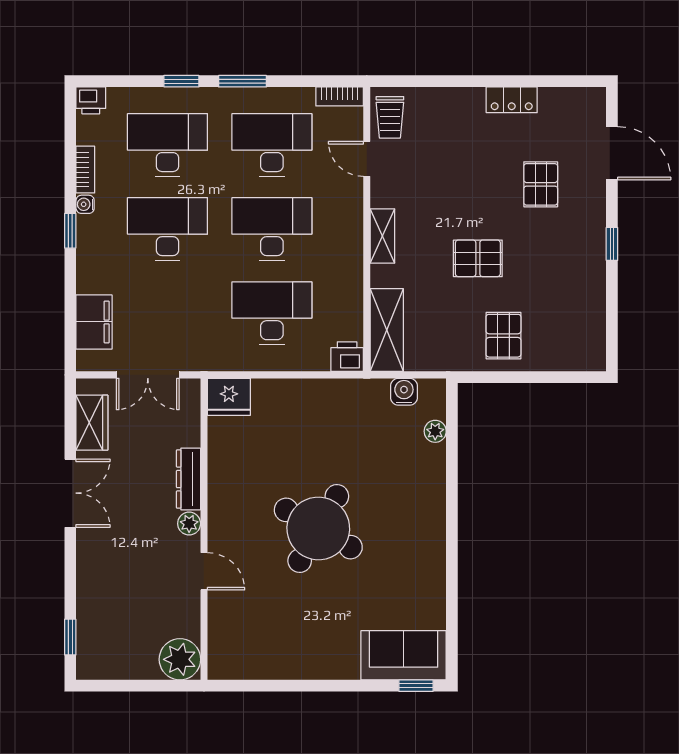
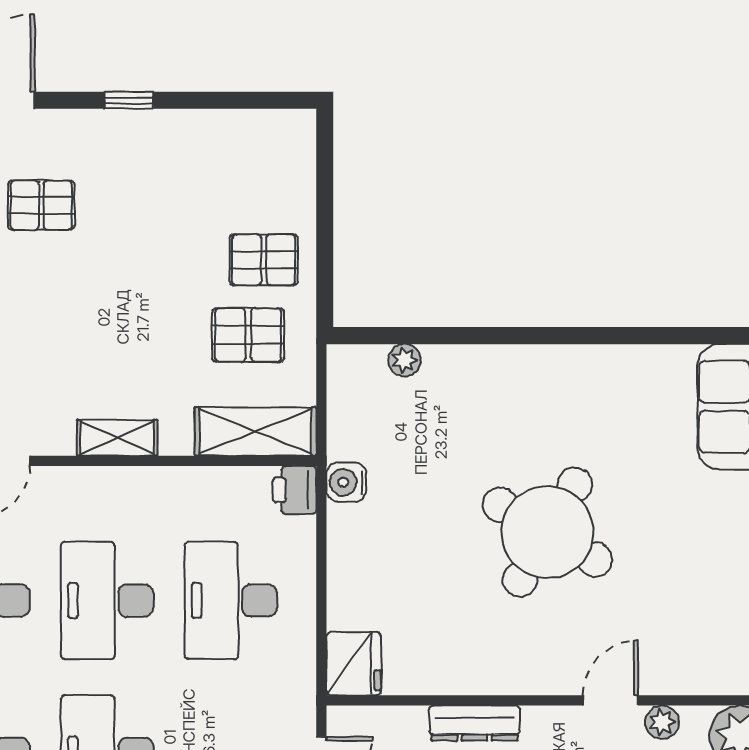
pallet: (478, 258) -> (248, 335), moved, turned 90
water cooler: (404, 392) -> (346, 482), moved
plant: (189, 524) -> (662, 722), moved

